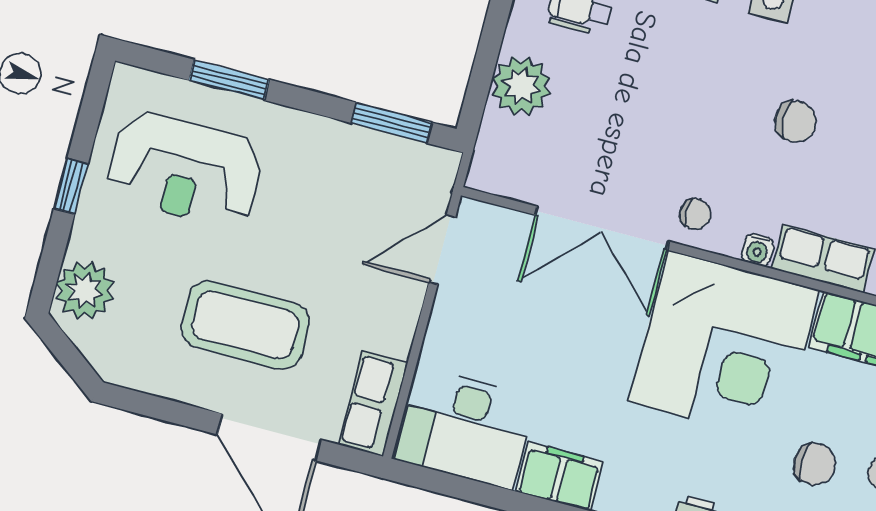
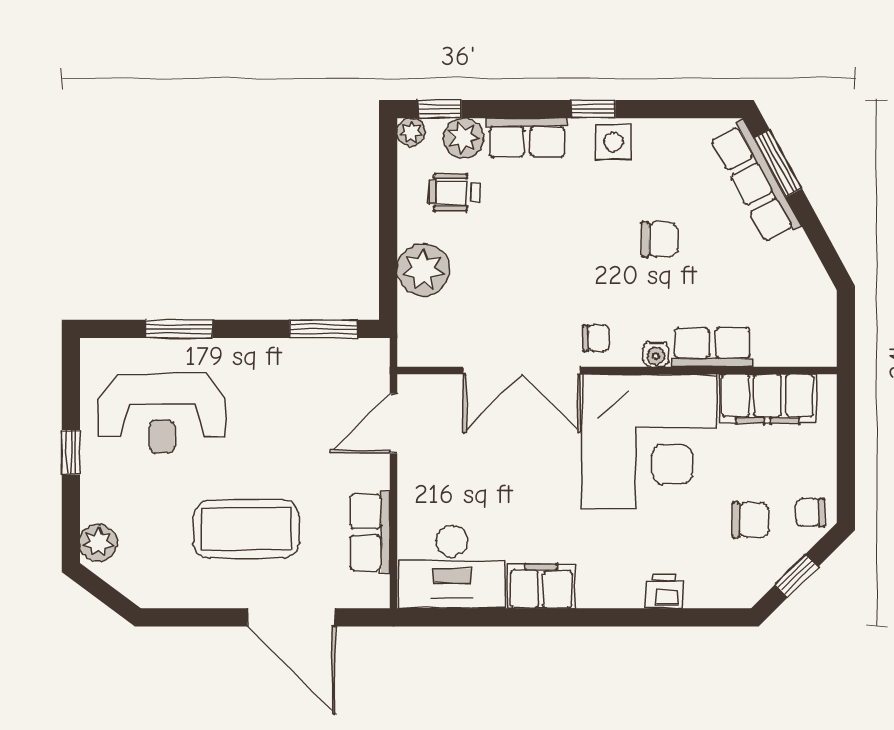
plant: (85, 290) -> (98, 543), width x0.73, depth x0.73
row of seats: (373, 404) -> (370, 532), moved

